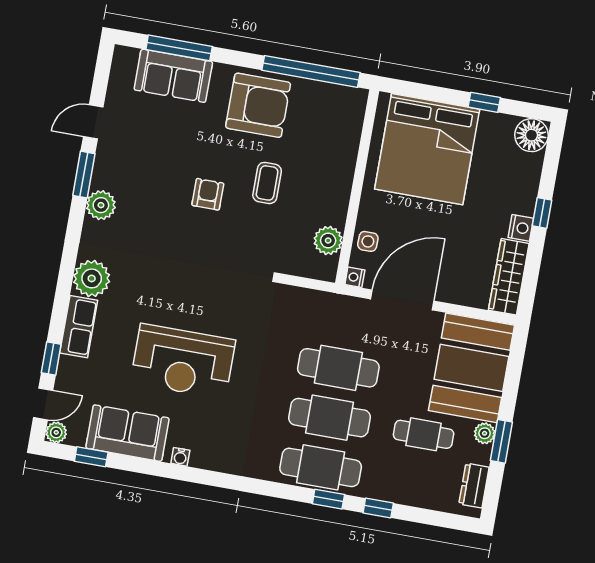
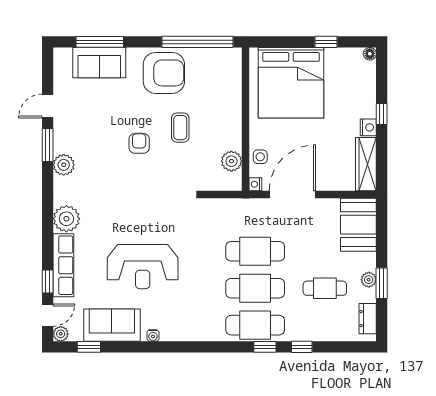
floor lamp: (531, 135) -> (370, 54), width x0.53, depth x0.53
row of seats: (79, 327) -> (63, 265), width x1.48
booth: (471, 368) -> (358, 225), width x0.73, depth x0.70

